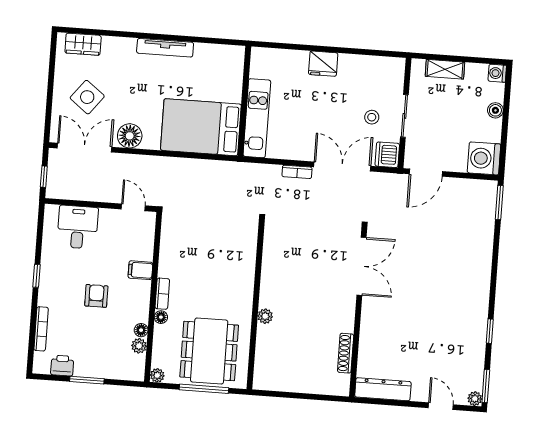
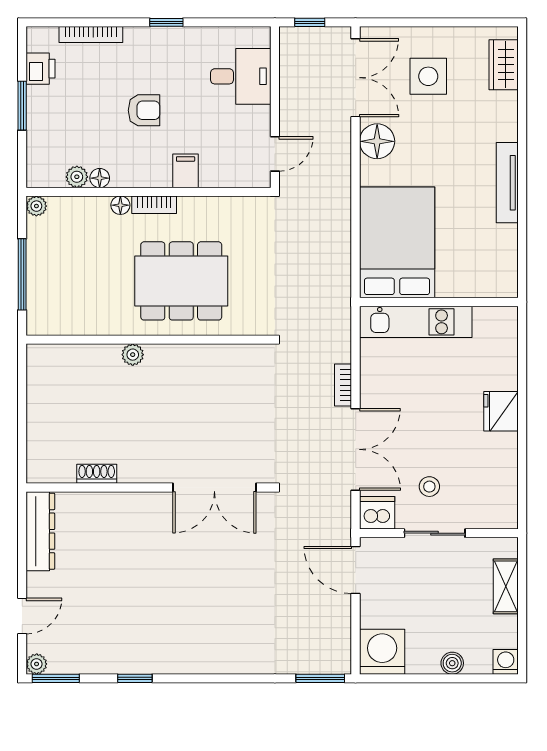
side table: (87, 97) -> (428, 76), turned -38
dining table: (209, 351) -> (181, 281), moved
shoe rack: (346, 353) -> (97, 474), width x0.70

